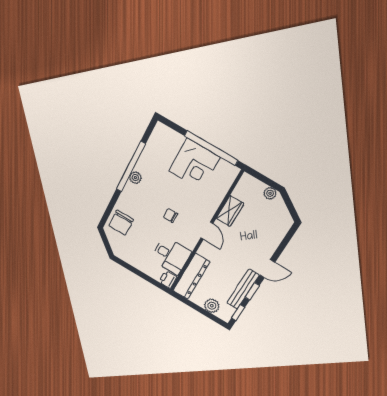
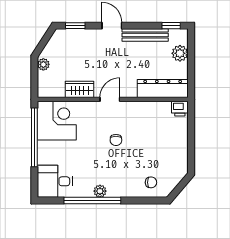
corner desk: (194, 164) -> (57, 121), moved
chair: (121, 223) -> (151, 182), width x0.54, depth x0.54
desk: (171, 256) -> (55, 181), moved, turned -90
window: (252, 291) -> (75, 26), moved

